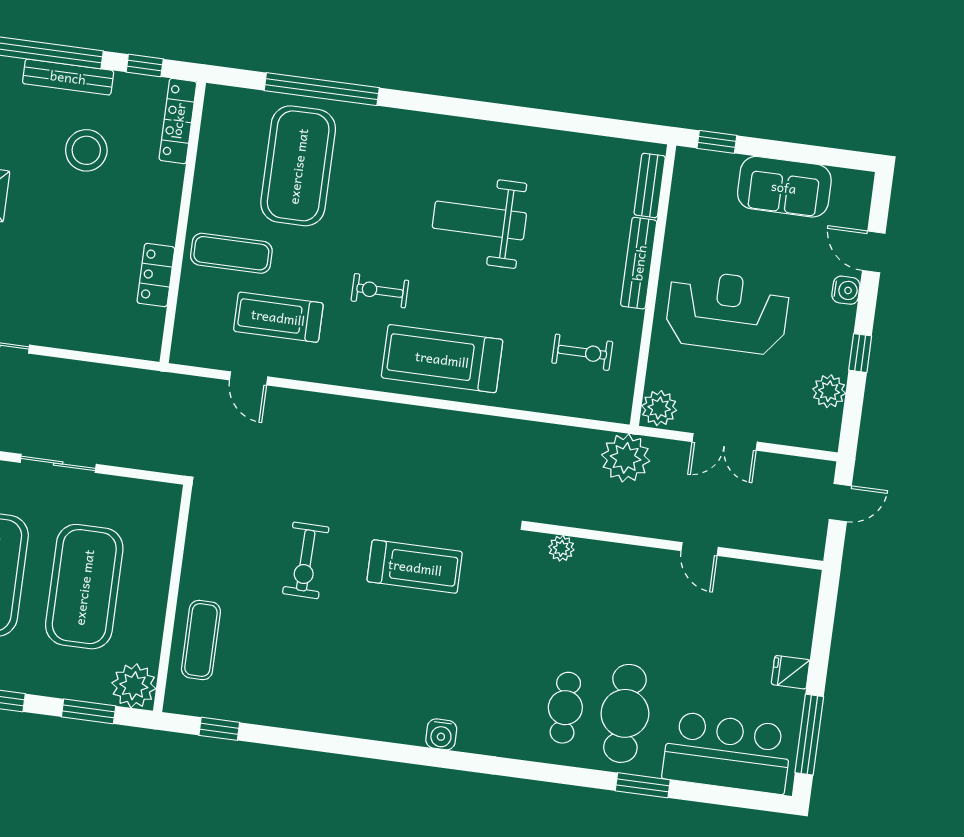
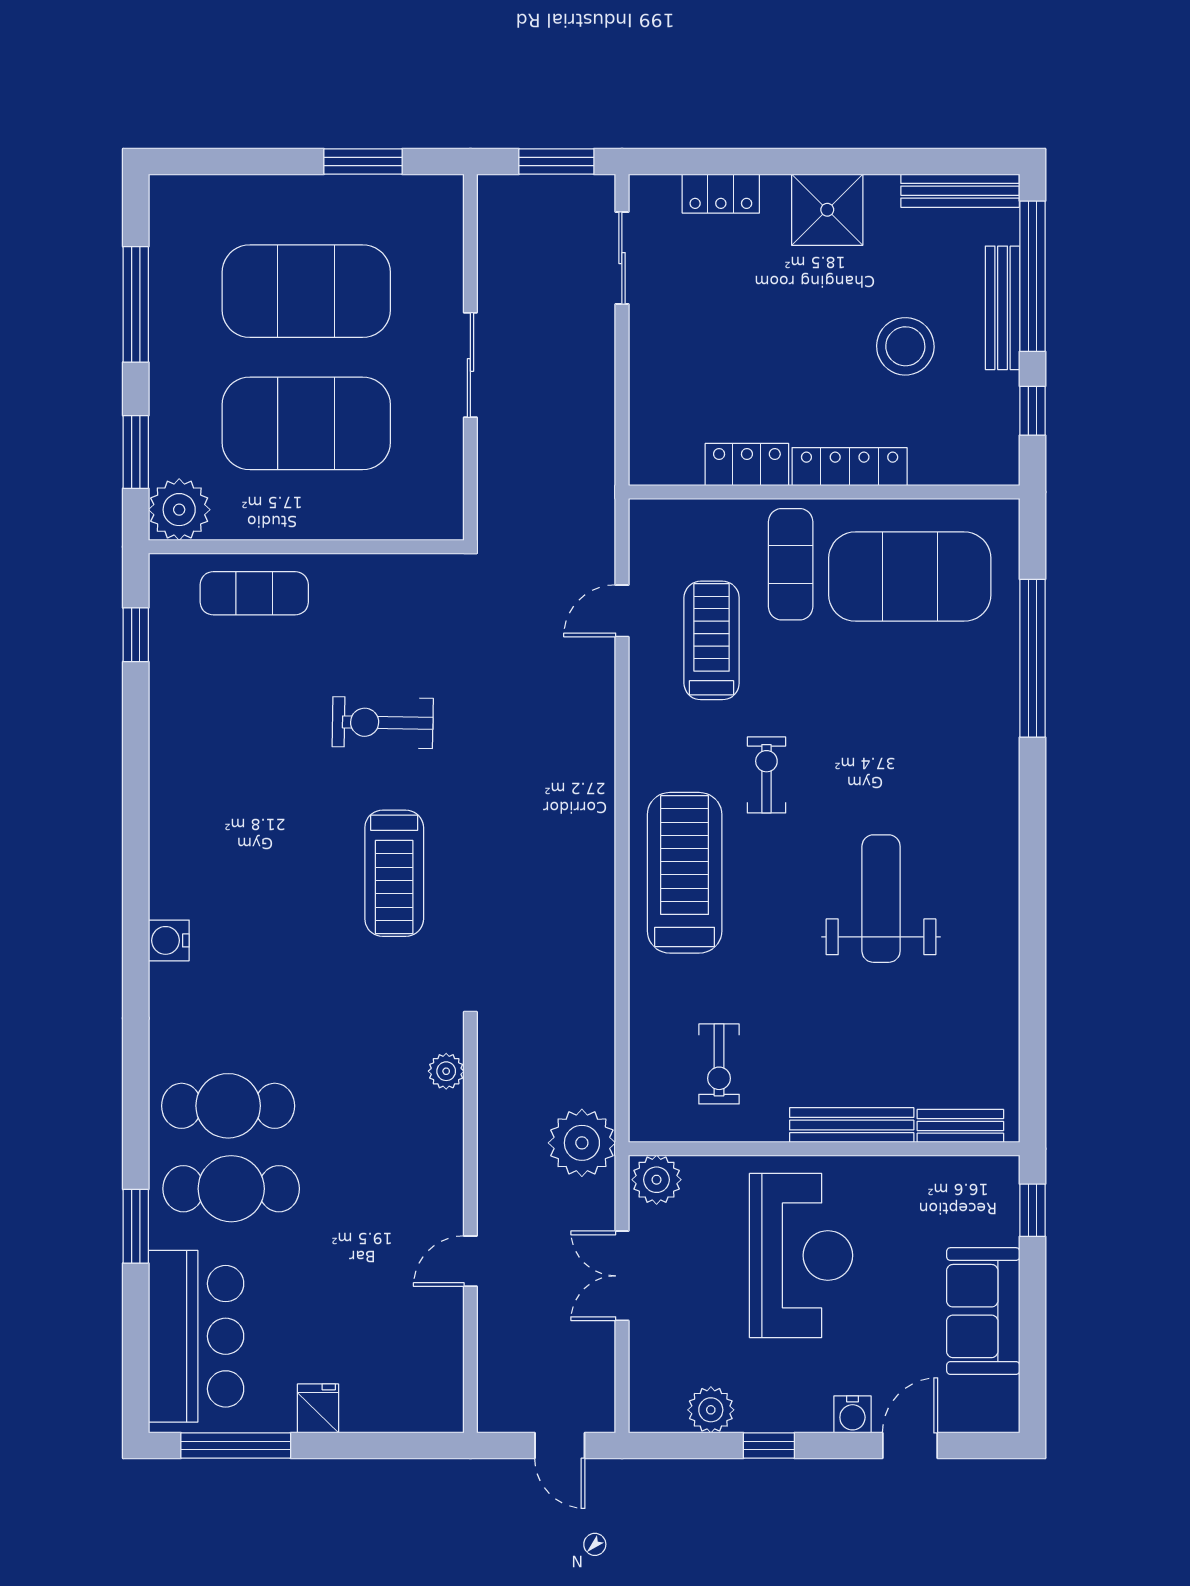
locker: (178, 121) -> (850, 467), moved
exercise mat: (298, 166) -> (910, 577), moved
cafe table: (565, 708) -> (228, 1106), width x1.37, depth x1.35

